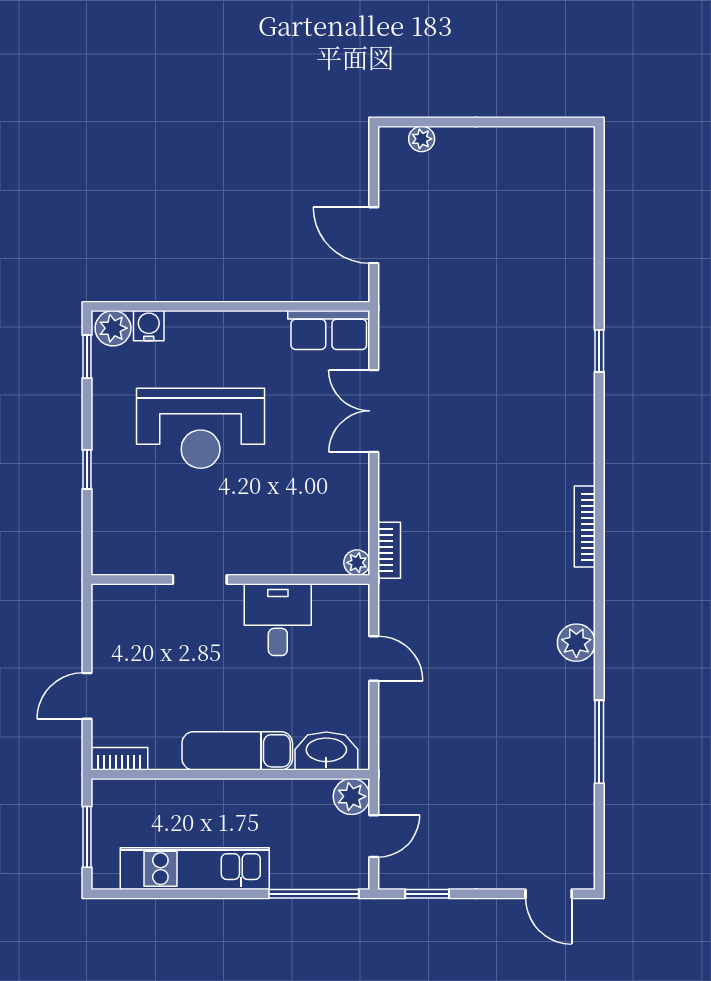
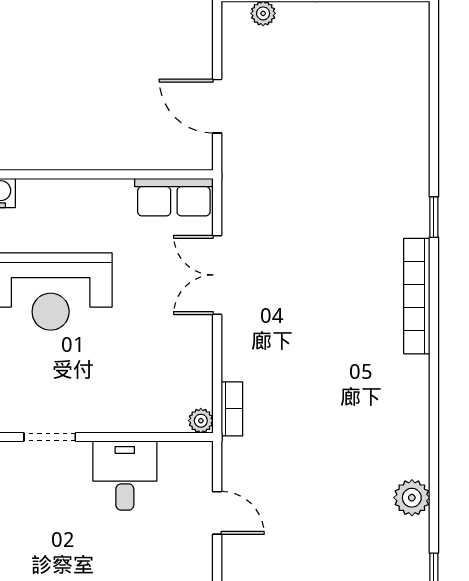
bookcase: (585, 527) -> (417, 296), moved, width x1.48, depth x1.31

